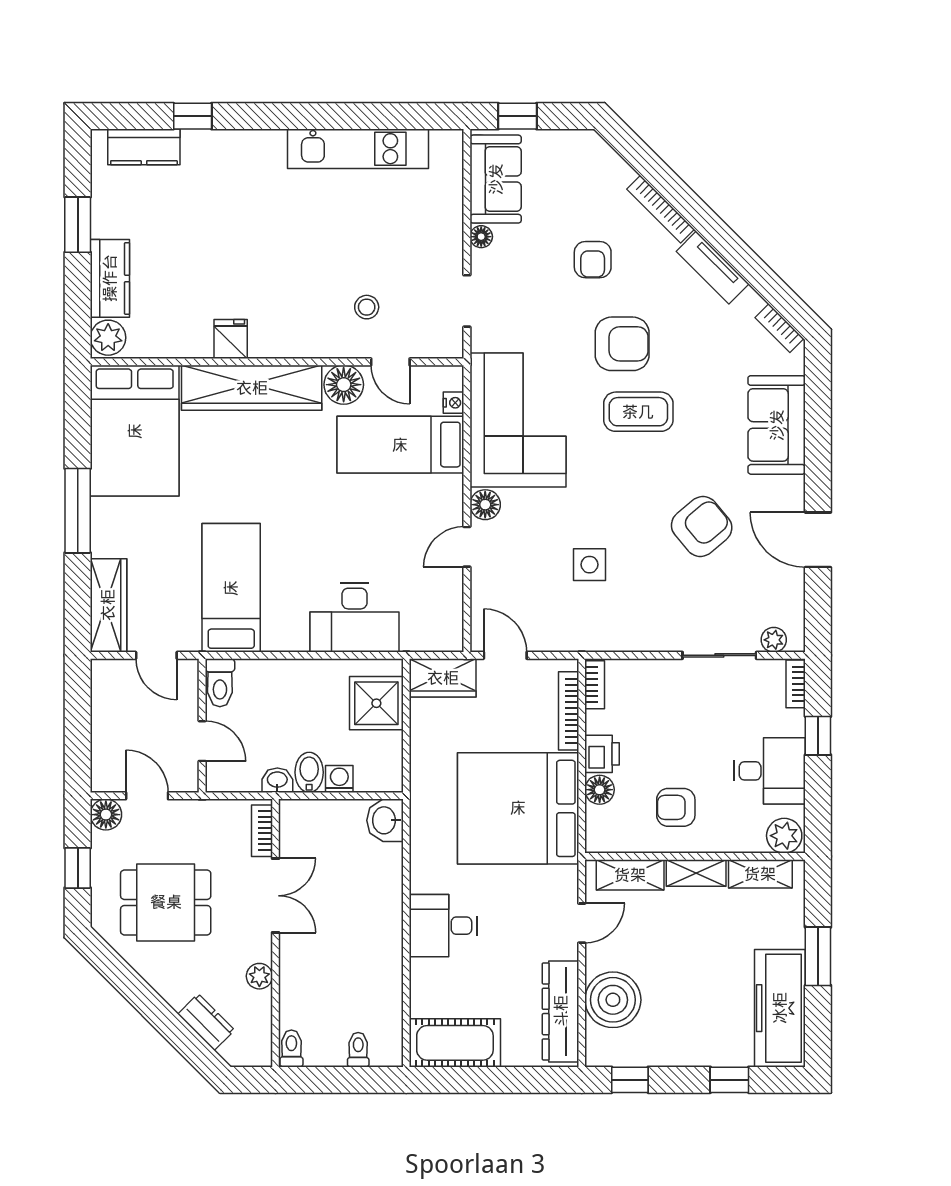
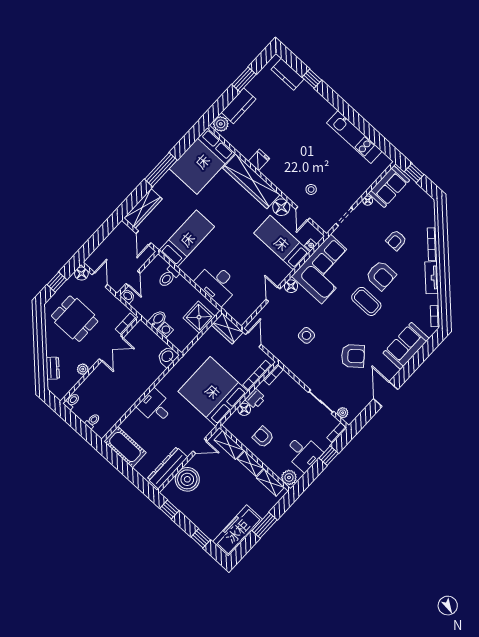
door: (467, 547) -> (273, 294), hinge flipped
toilet: (220, 683) -> (168, 277), moved
washbasin: (277, 780) -> (127, 296), moved

